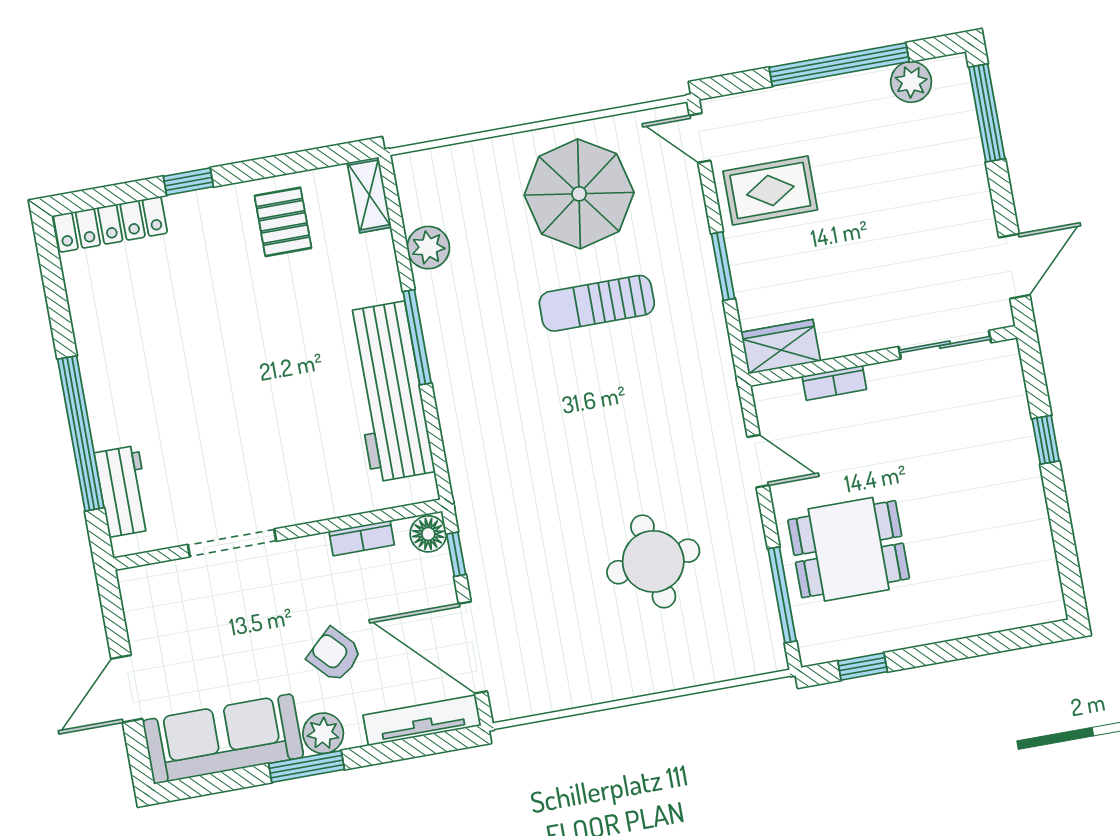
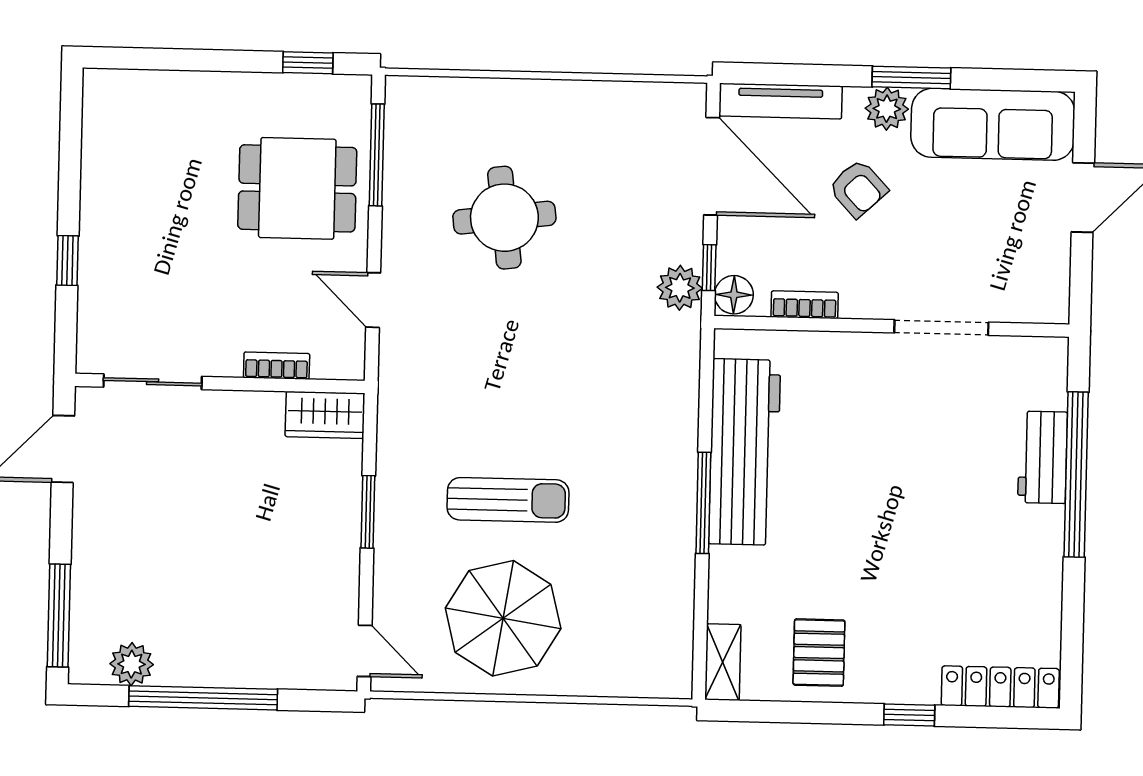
rug: (770, 191) -> (302, 581), removed
plant: (428, 248) -> (680, 288), moved
workbench: (123, 491) -> (1043, 457), moved

